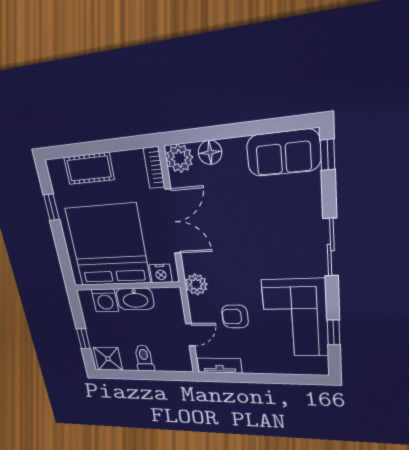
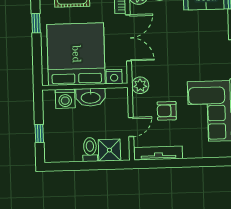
shower: (108, 359) -> (109, 150), moved
tv unit: (219, 366) -> (158, 153), width x1.41

